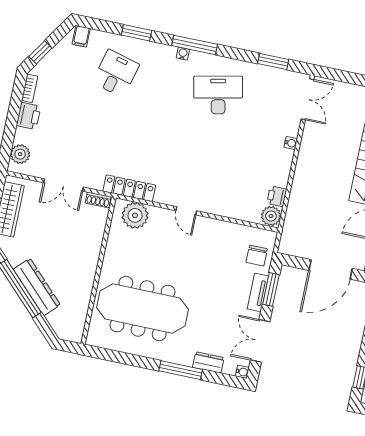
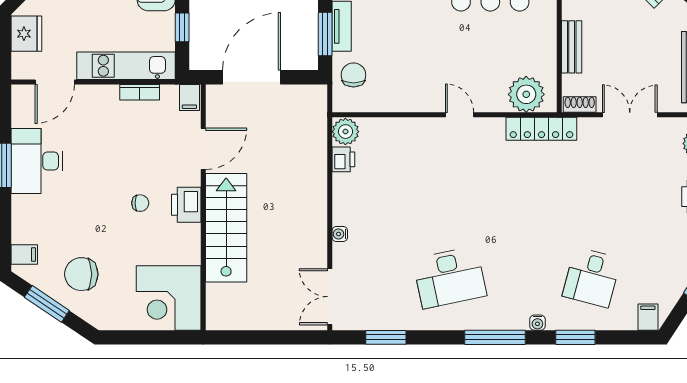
water cooler: (183, 54) -> (537, 323), moved
bench: (95, 243) -> (572, 47), added

